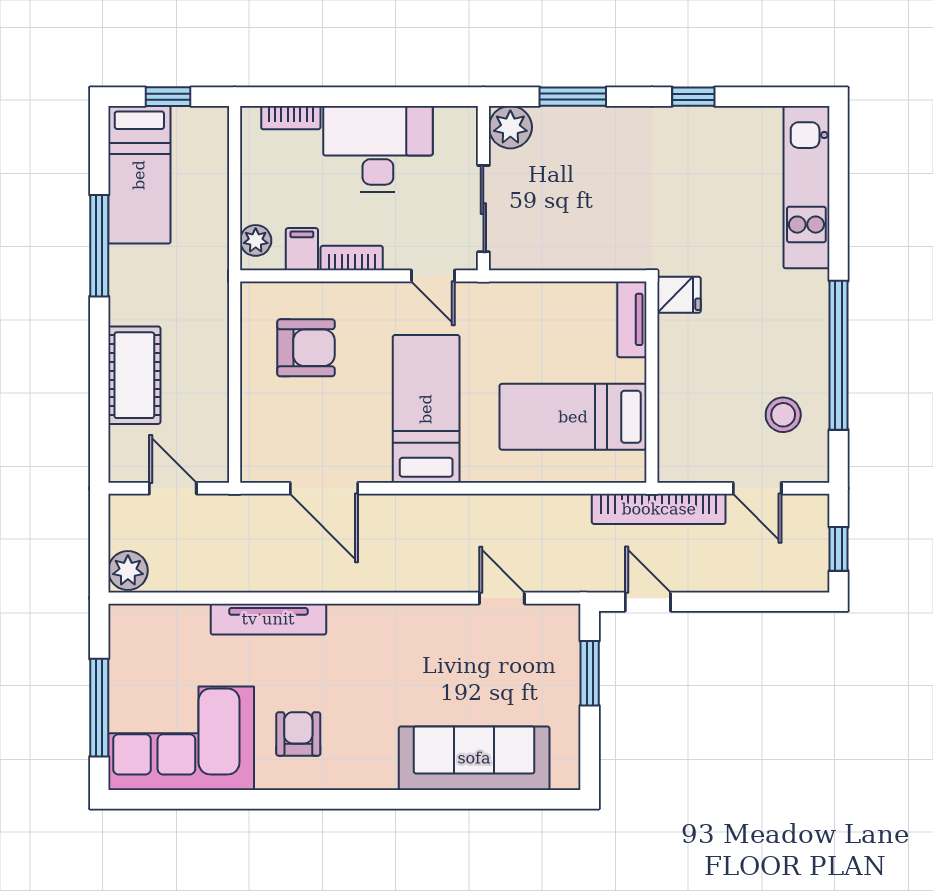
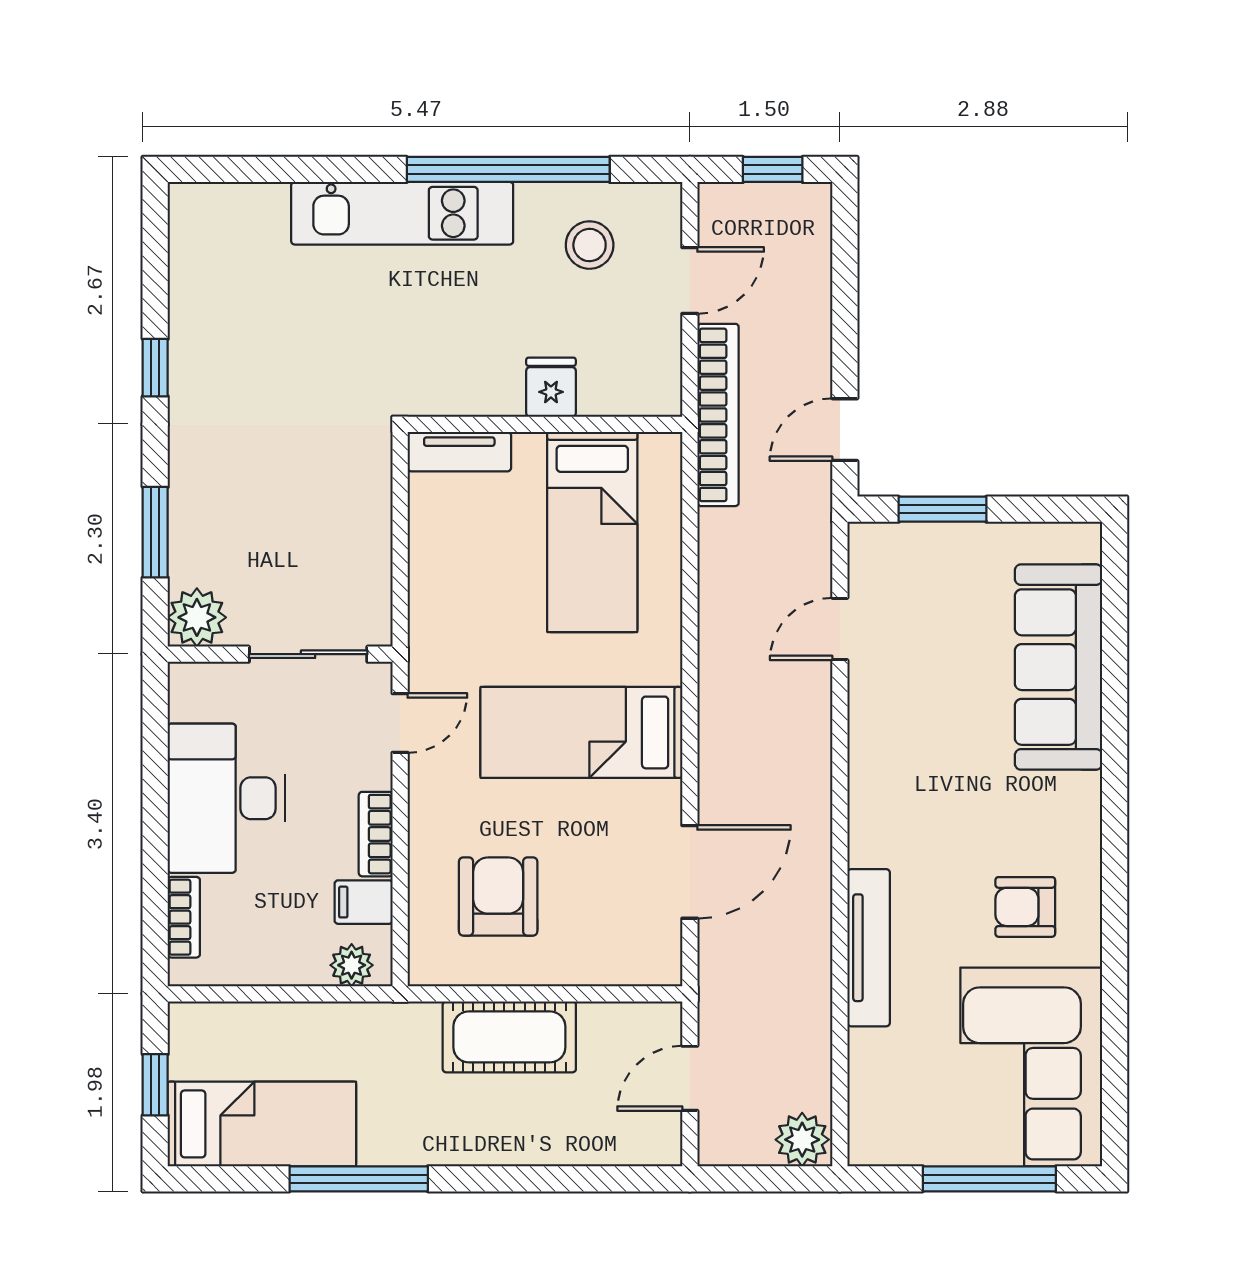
kitchen unit: (806, 187) -> (402, 213), moved
fridge: (679, 295) -> (551, 387), moved
cot: (134, 375) -> (509, 1037), moved

